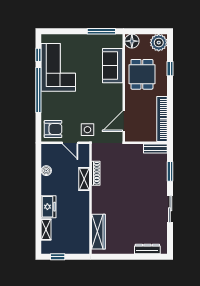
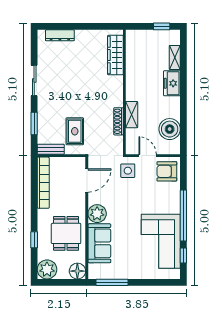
plant: (115, 92) -> (97, 214), added
rug: (134, 164) -> (75, 131), added
boiler: (46, 171) -> (170, 129), width x1.86, depth x1.86

